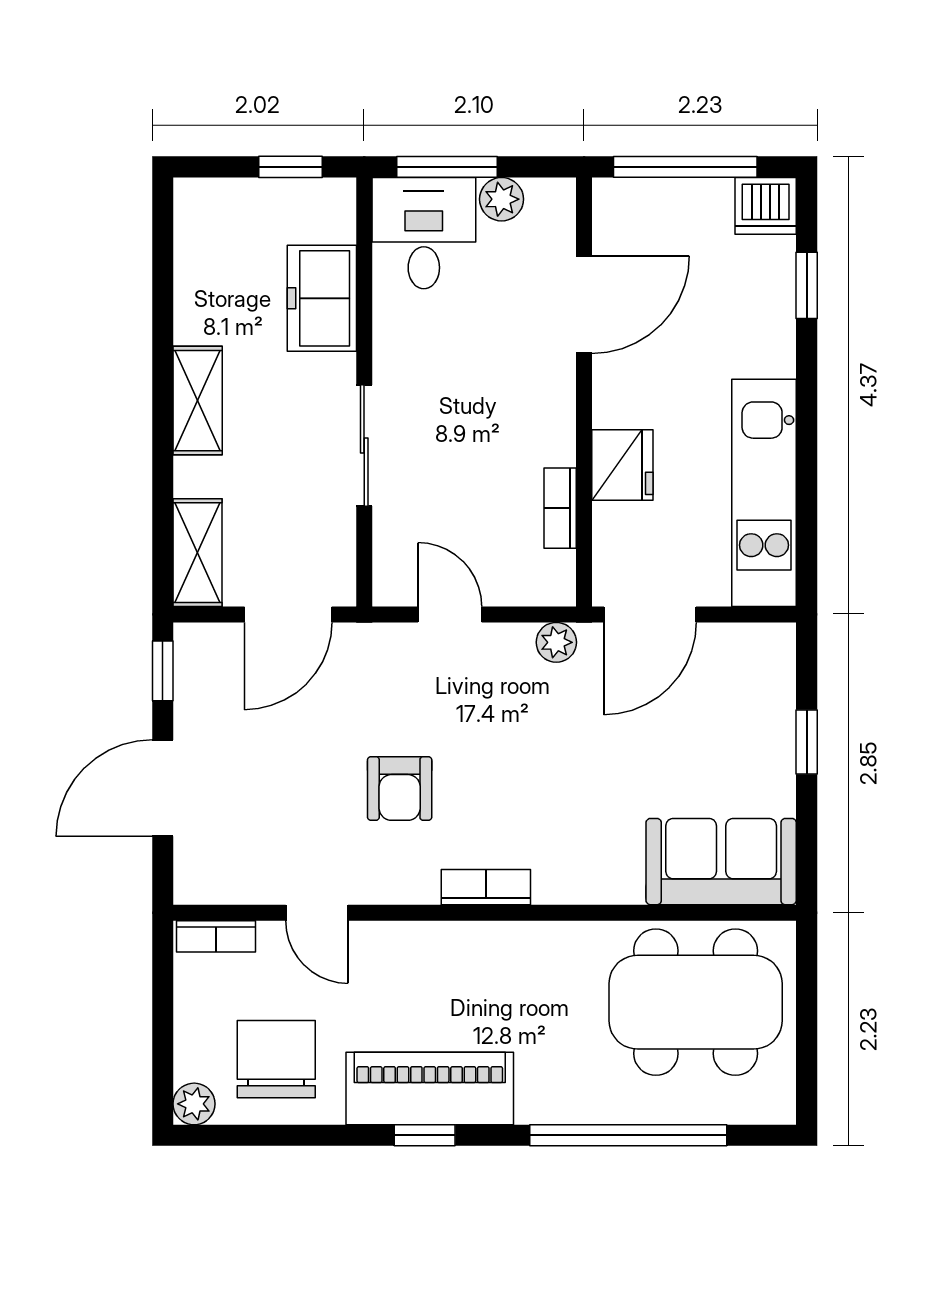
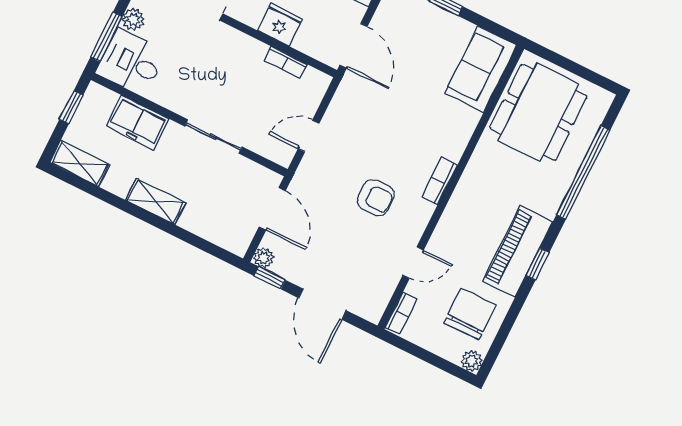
shelving: (197, 553) -> (80, 164), moved
plant: (556, 642) -> (264, 258), moved
chair: (276, 1059) -> (470, 314), turned 90

